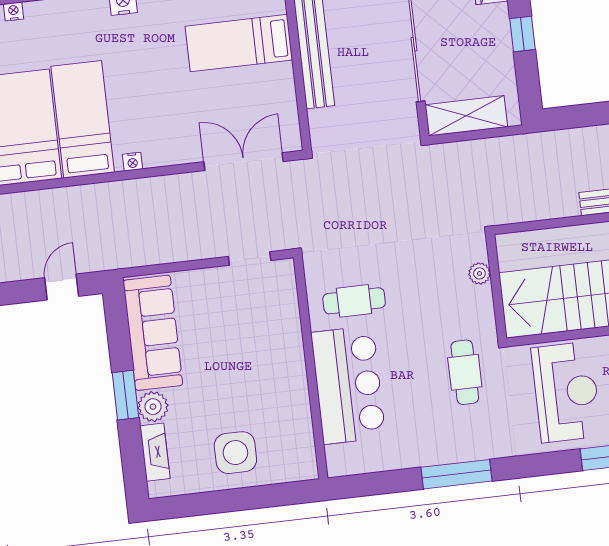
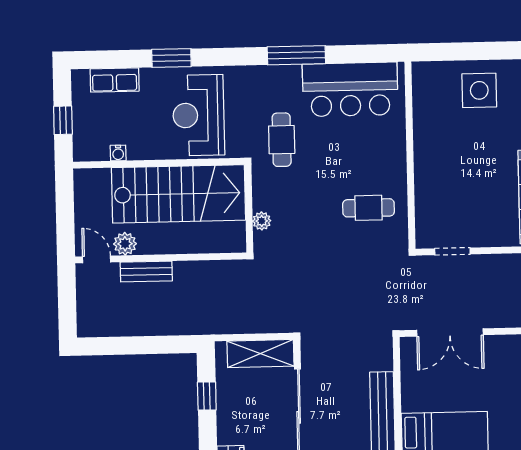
window: (522, 34) -> (207, 396), moved
bar counter: (348, 385) -> (350, 89), moved, turned -90

